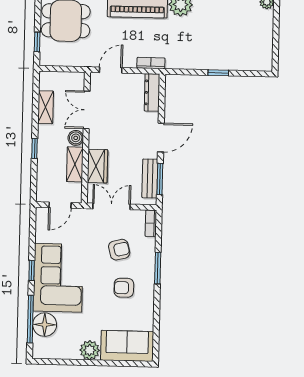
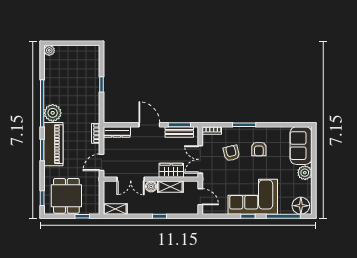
door: (111, 70) -> (101, 162), hinge flipped
shelving: (46, 107) -> (115, 209), moved
floor lamp: (45, 325) -> (301, 206), moved

